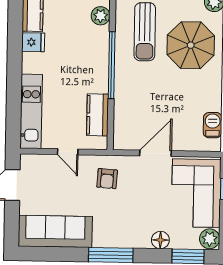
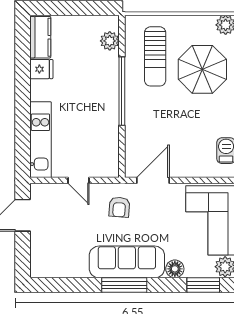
kitchen counter: (98, 115) -> (108, 142), removed
door: (155, 153) -> (153, 180), moved
sofa: (55, 231) -> (127, 262), moved

